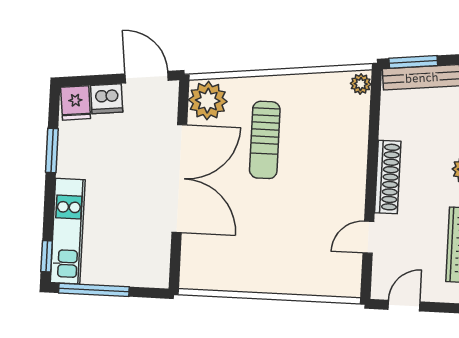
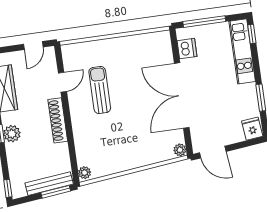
dishwasher: (107, 99) -> (187, 49), moved, turned 96
plant: (208, 101) -> (180, 150), width x0.53, depth x0.53
sun lounger: (265, 140) -> (100, 90), moved
window: (94, 290) -> (204, 22), moved

